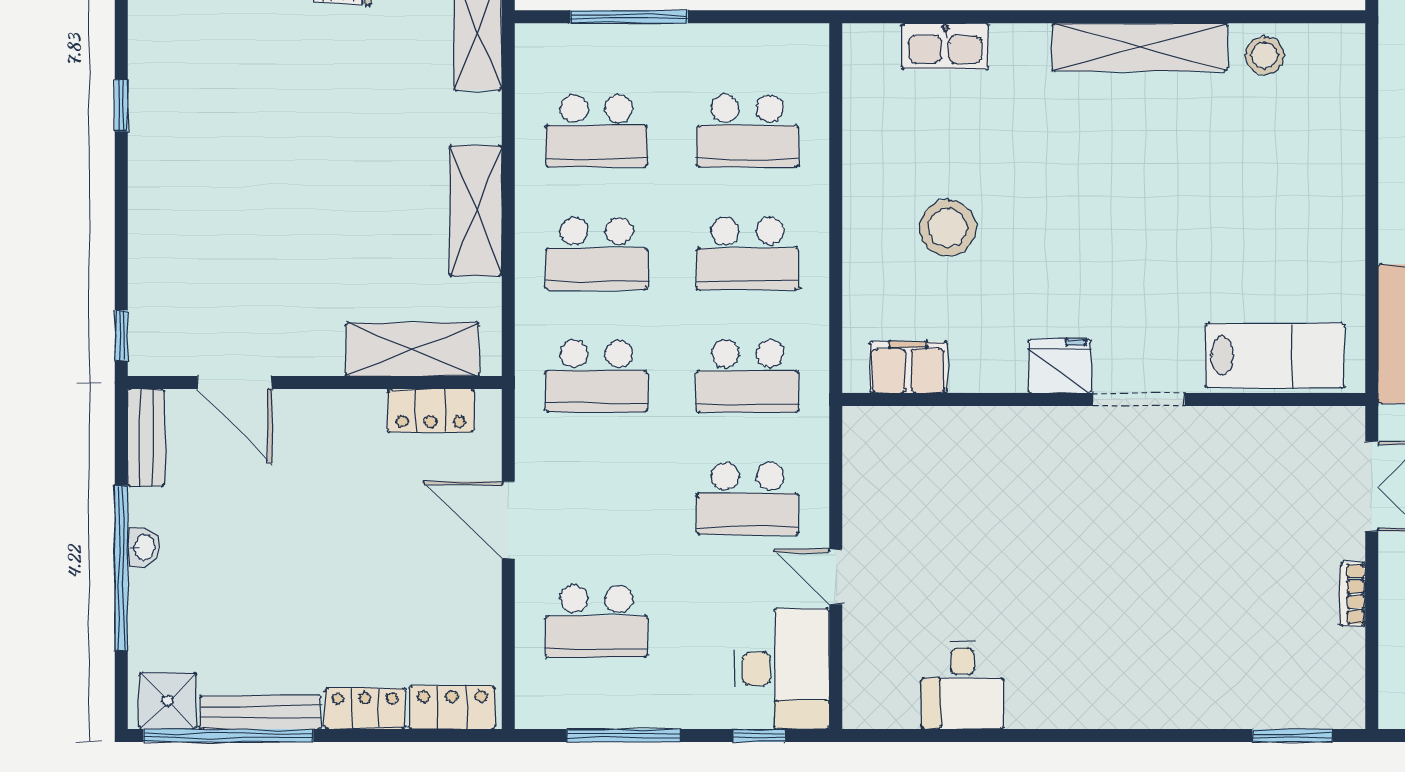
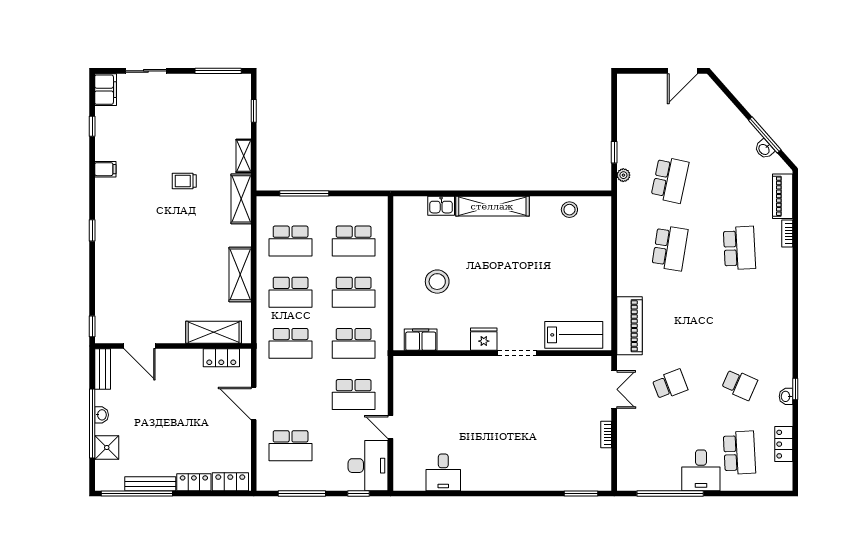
kitchen sink: (945, 46) -> (441, 206), width x0.73
shelving: (1140, 47) -> (492, 206), moved
shower: (168, 701) -> (107, 447), moved

